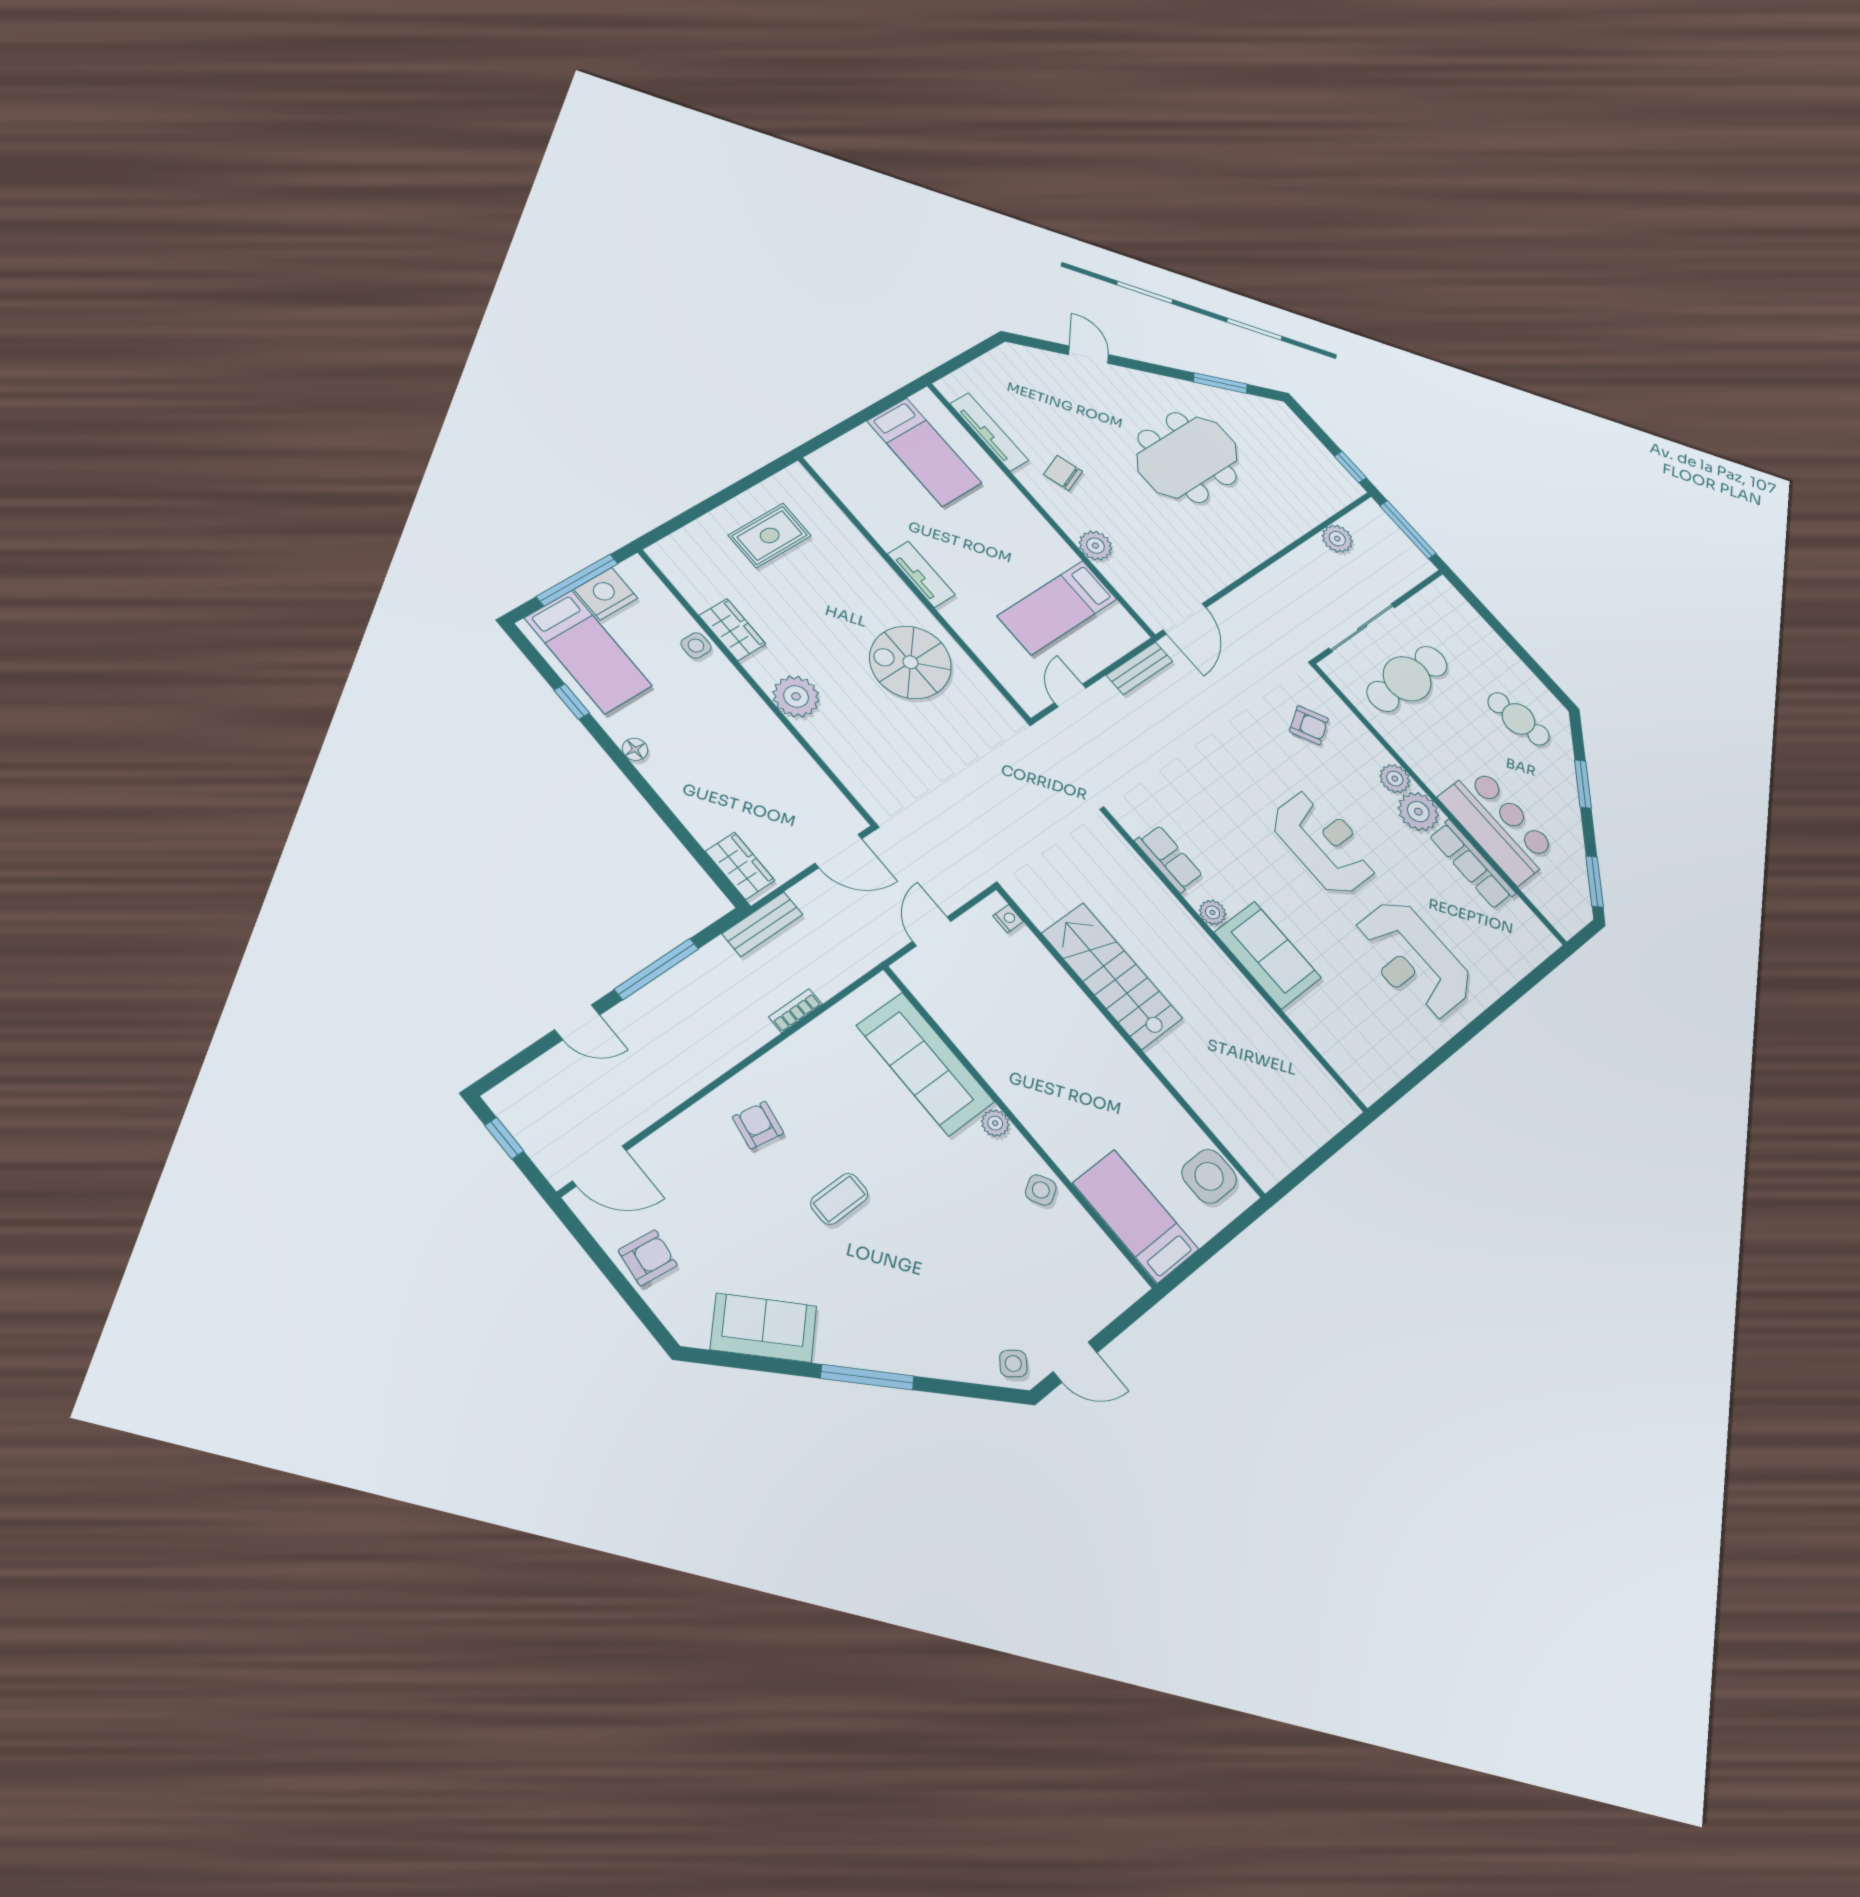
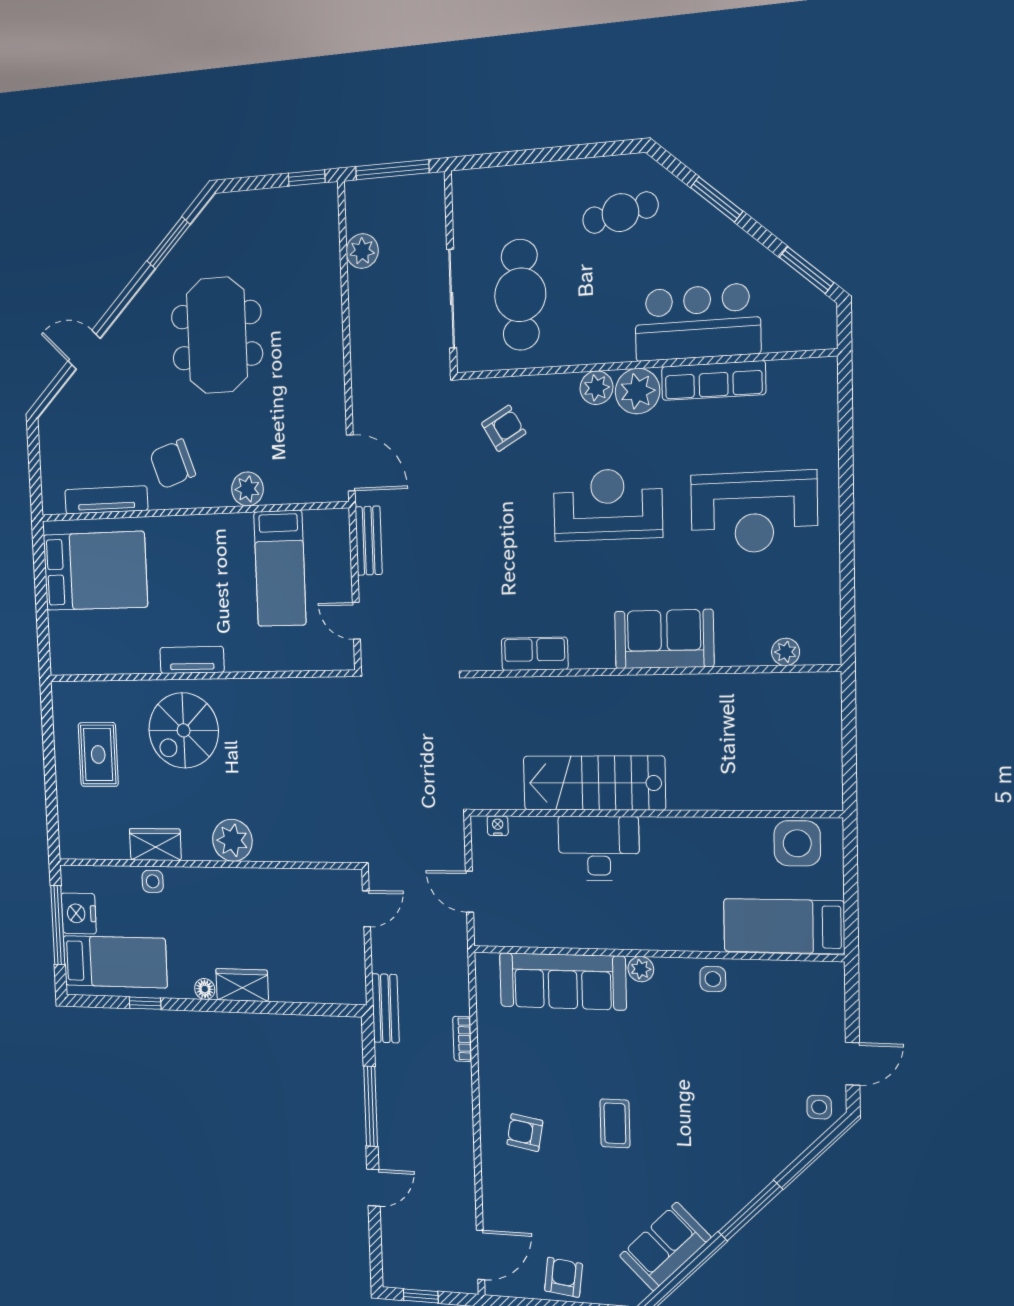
bed: (924, 452) -> (95, 571), width x1.50
chair: (1063, 473) -> (173, 464), width x1.37, depth x1.37
spiral stairs: (910, 662) -> (184, 730), moved
door: (838, 851) -> (366, 909), width x0.73
wardrobe: (740, 866) -> (242, 985), moved
plant: (1213, 912) -> (786, 652), moved
desk: (1064, 1016) -> (599, 848), added
side table: (1041, 1190) -> (713, 979), turned 30
side table: (1013, 1364) -> (819, 1107), turned -38

